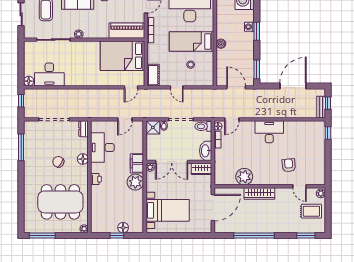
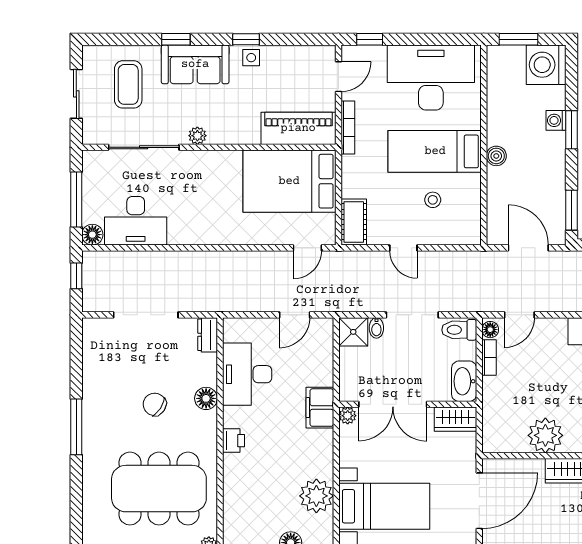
window: (21, 64) -> (76, 200), added
window: (21, 147) -> (76, 427), moved
plant: (135, 182) -> (316, 496), moved

